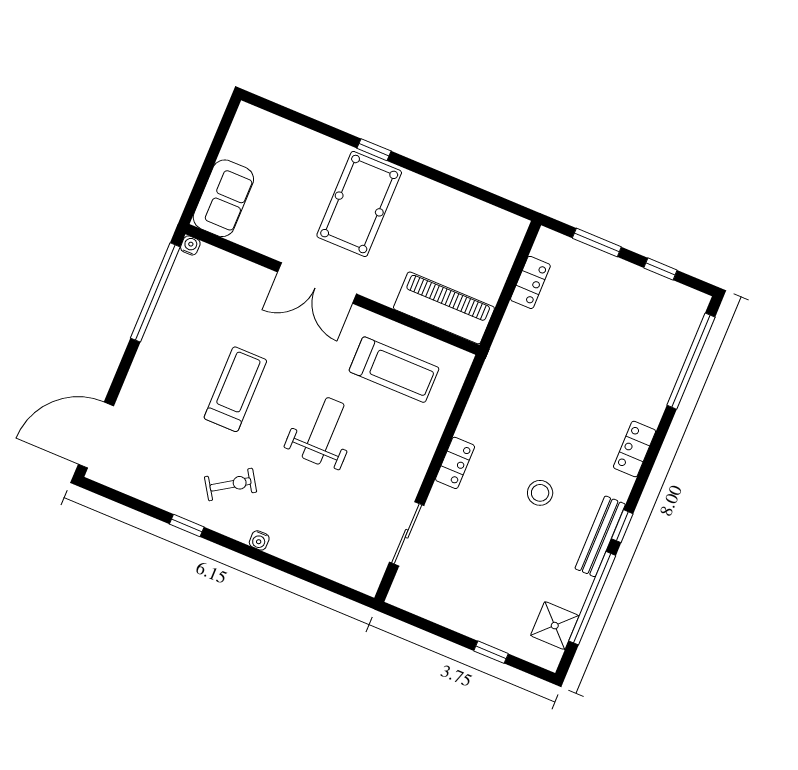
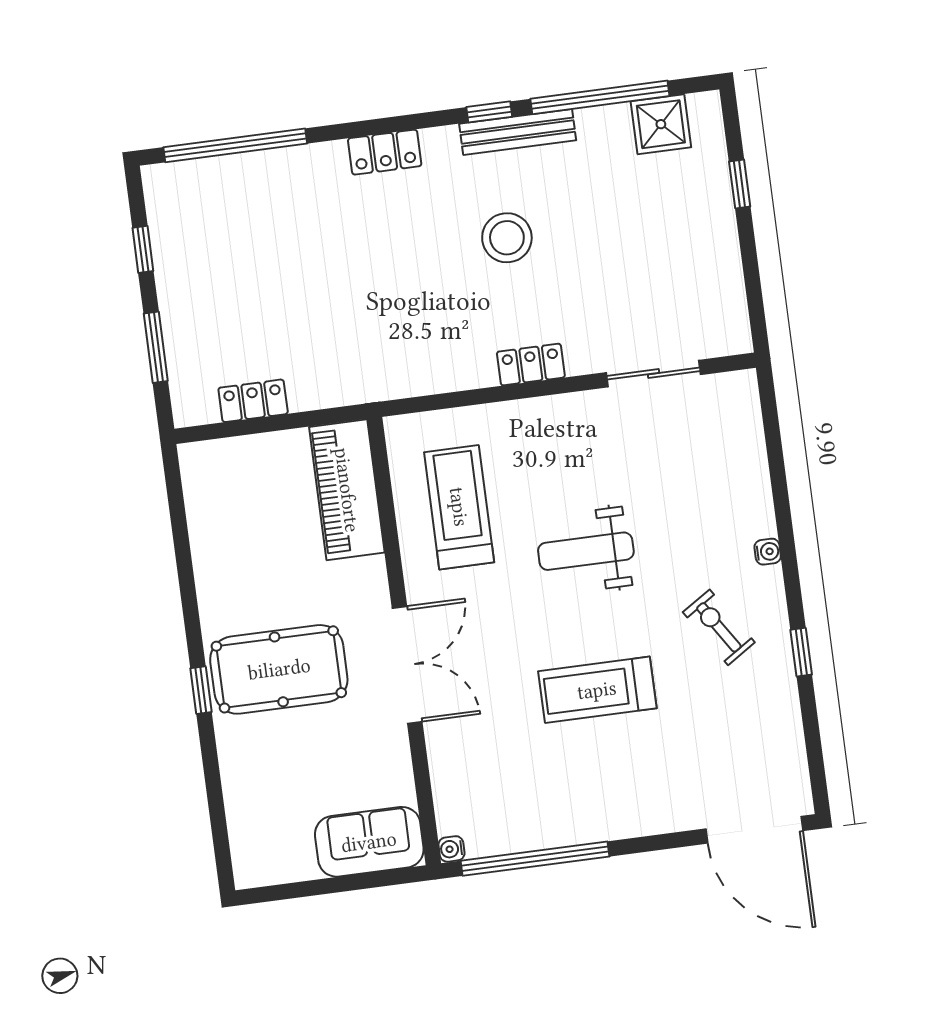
stool: (540, 493) -> (507, 238), width x1.38, depth x1.38

